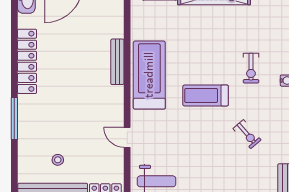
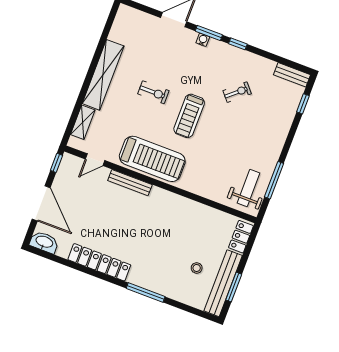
exercise bike: (251, 68) -> (153, 92), moved
treadmill: (149, 75) -> (152, 159), turned 180
door: (127, 137) -> (95, 160), moved

